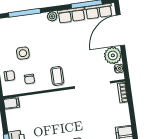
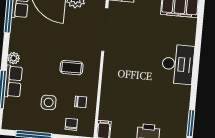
row of seats: (71, 15) -> (13, 81), moved
coffee table: (57, 76) -> (71, 68), moved

